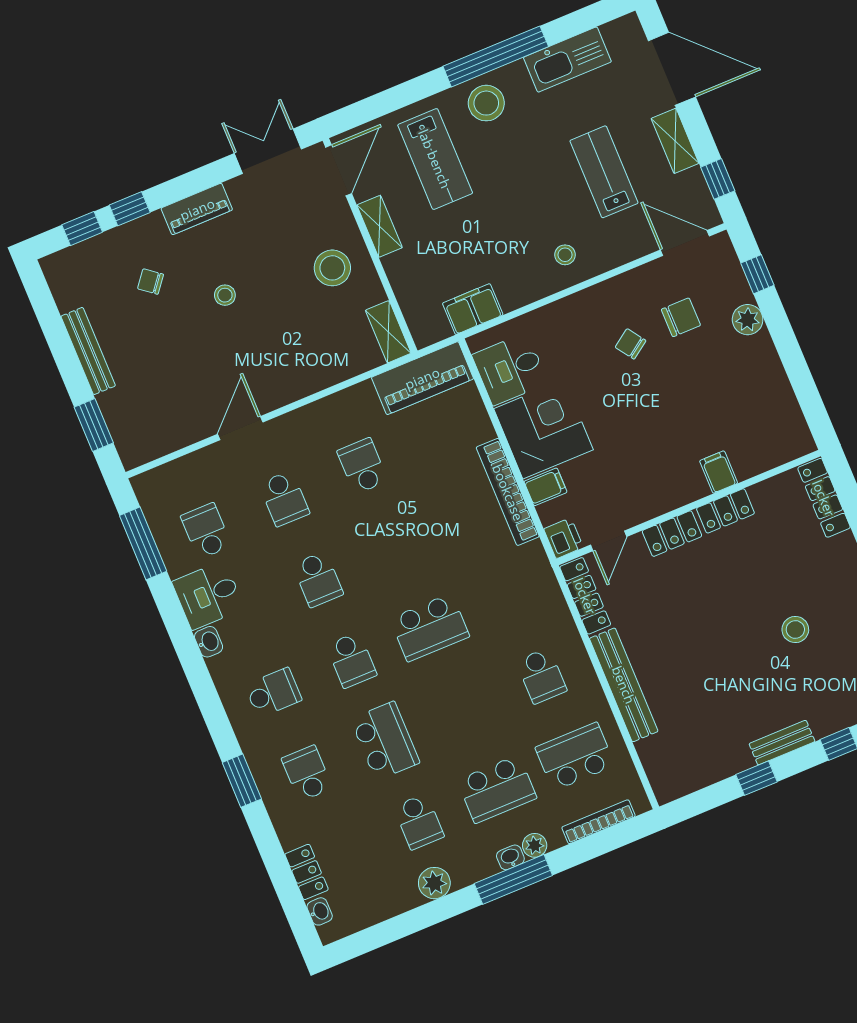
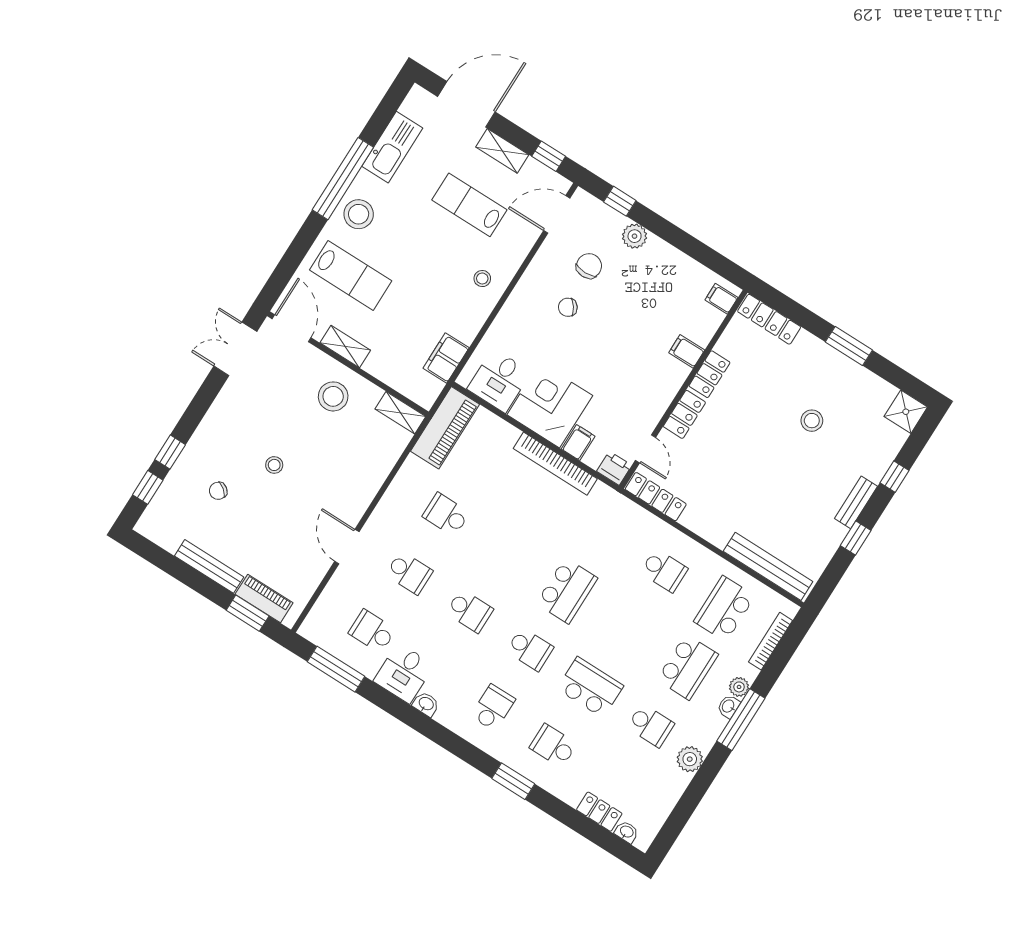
piano: (197, 209) -> (264, 599), moved, turned -90
filing cabinet: (791, 444) -> (721, 299), added
bench: (624, 685) -> (768, 566), moved

